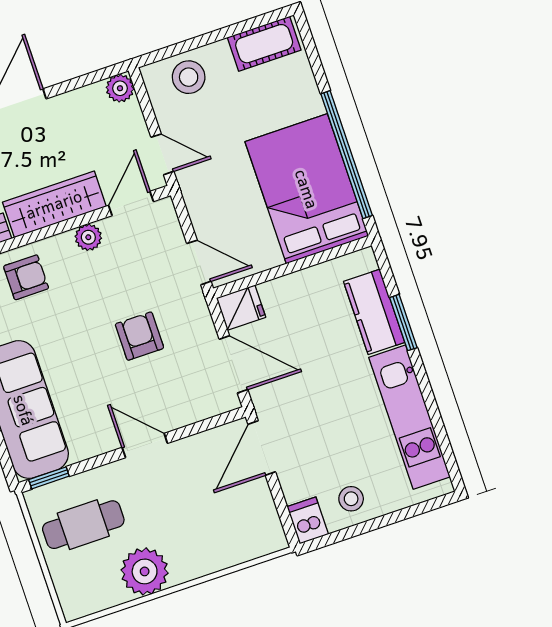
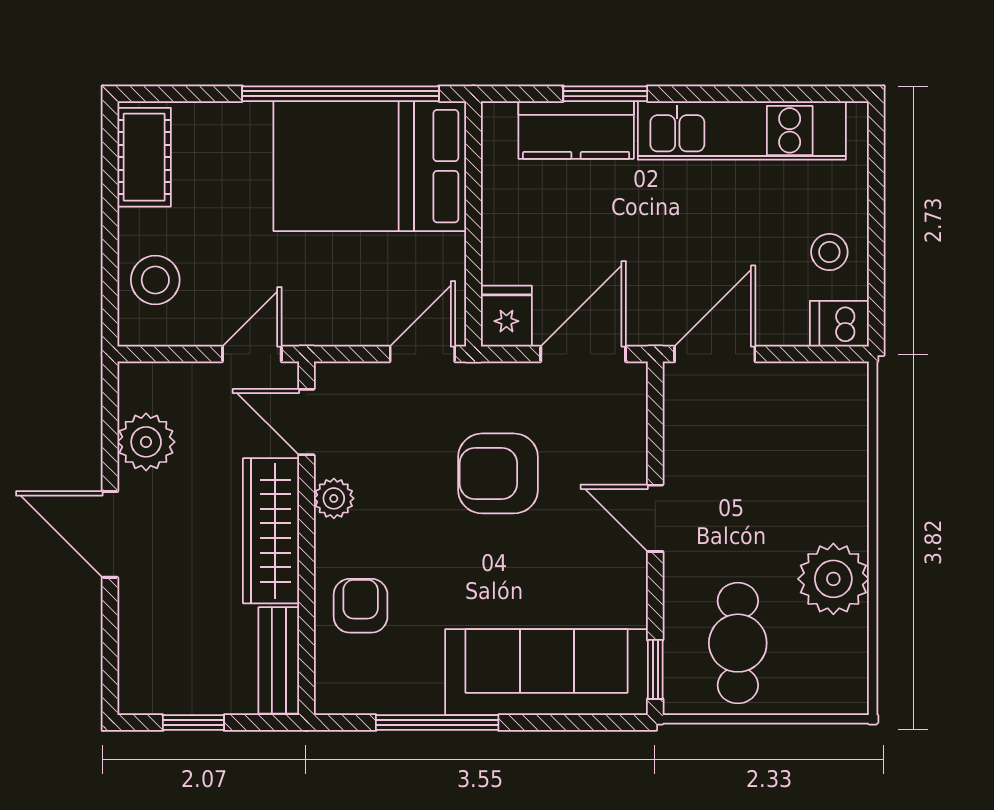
plant: (120, 88) -> (146, 442), moved, width x1.38, depth x1.38
armchair: (139, 336) -> (498, 473), width x1.38, depth x1.38
door: (145, 445) -> (655, 518), hinge flipped
door: (262, 448) -> (715, 354), swing flipped

